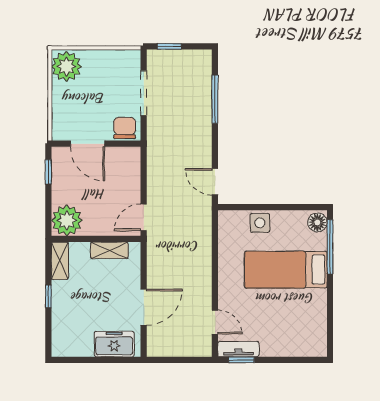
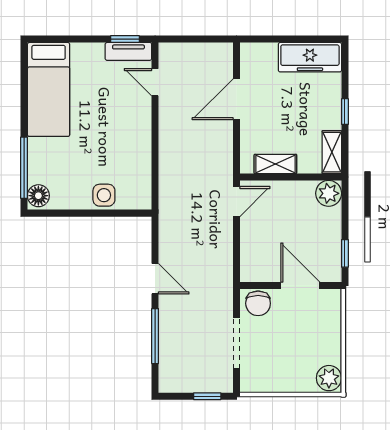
plant: (66, 66) -> (329, 378), width x0.73, depth x0.73
door: (215, 182) -> (155, 279), moved
plant: (67, 220) -> (329, 193), width x0.73, depth x0.73
bed: (286, 270) -> (49, 89), moved, turned 90
freezer: (114, 344) -> (310, 57), moved, width x1.40

